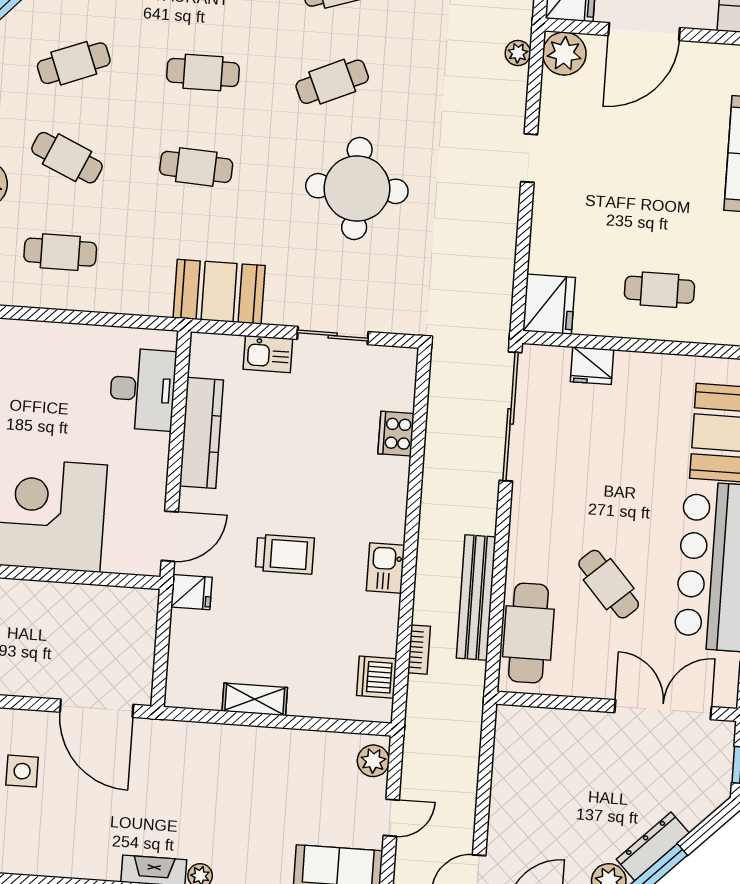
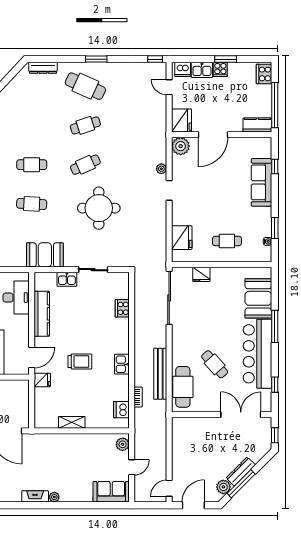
plant: (518, 53) -> (161, 169), moved
fridge: (549, 304) -> (182, 238), moved

